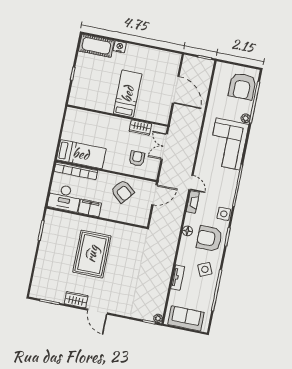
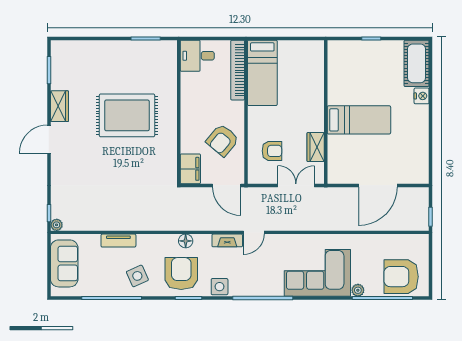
desk: (64, 198) -> (197, 56), width x0.73
filing cabinet: (90, 208) -> (190, 169), moved

